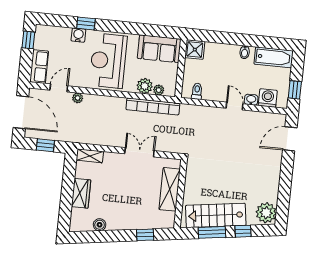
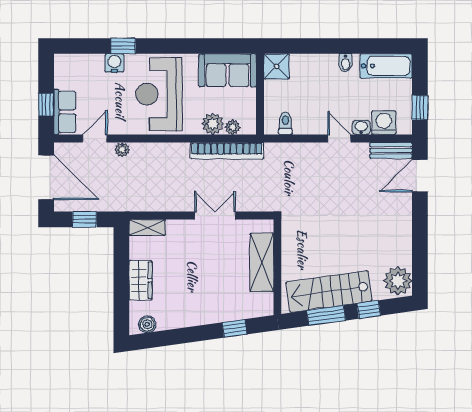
window: (28, 40) -> (46, 105), moved
bench: (271, 118) -> (391, 150), added
boiler: (100, 225) -> (147, 324), moved

